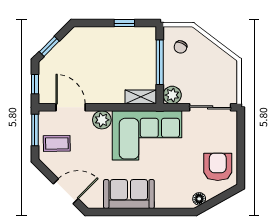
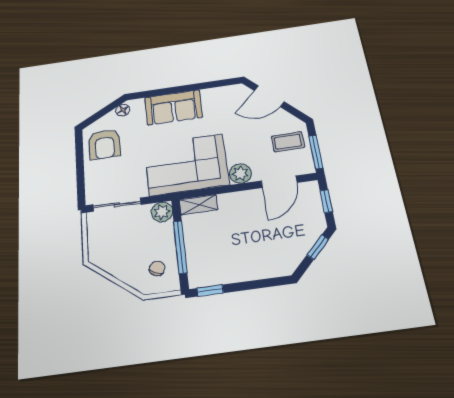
window: (124, 23) -> (210, 291), moved
door: (71, 107) -> (279, 182), hinge flipped
sofa: (129, 194) -> (174, 107), moved

